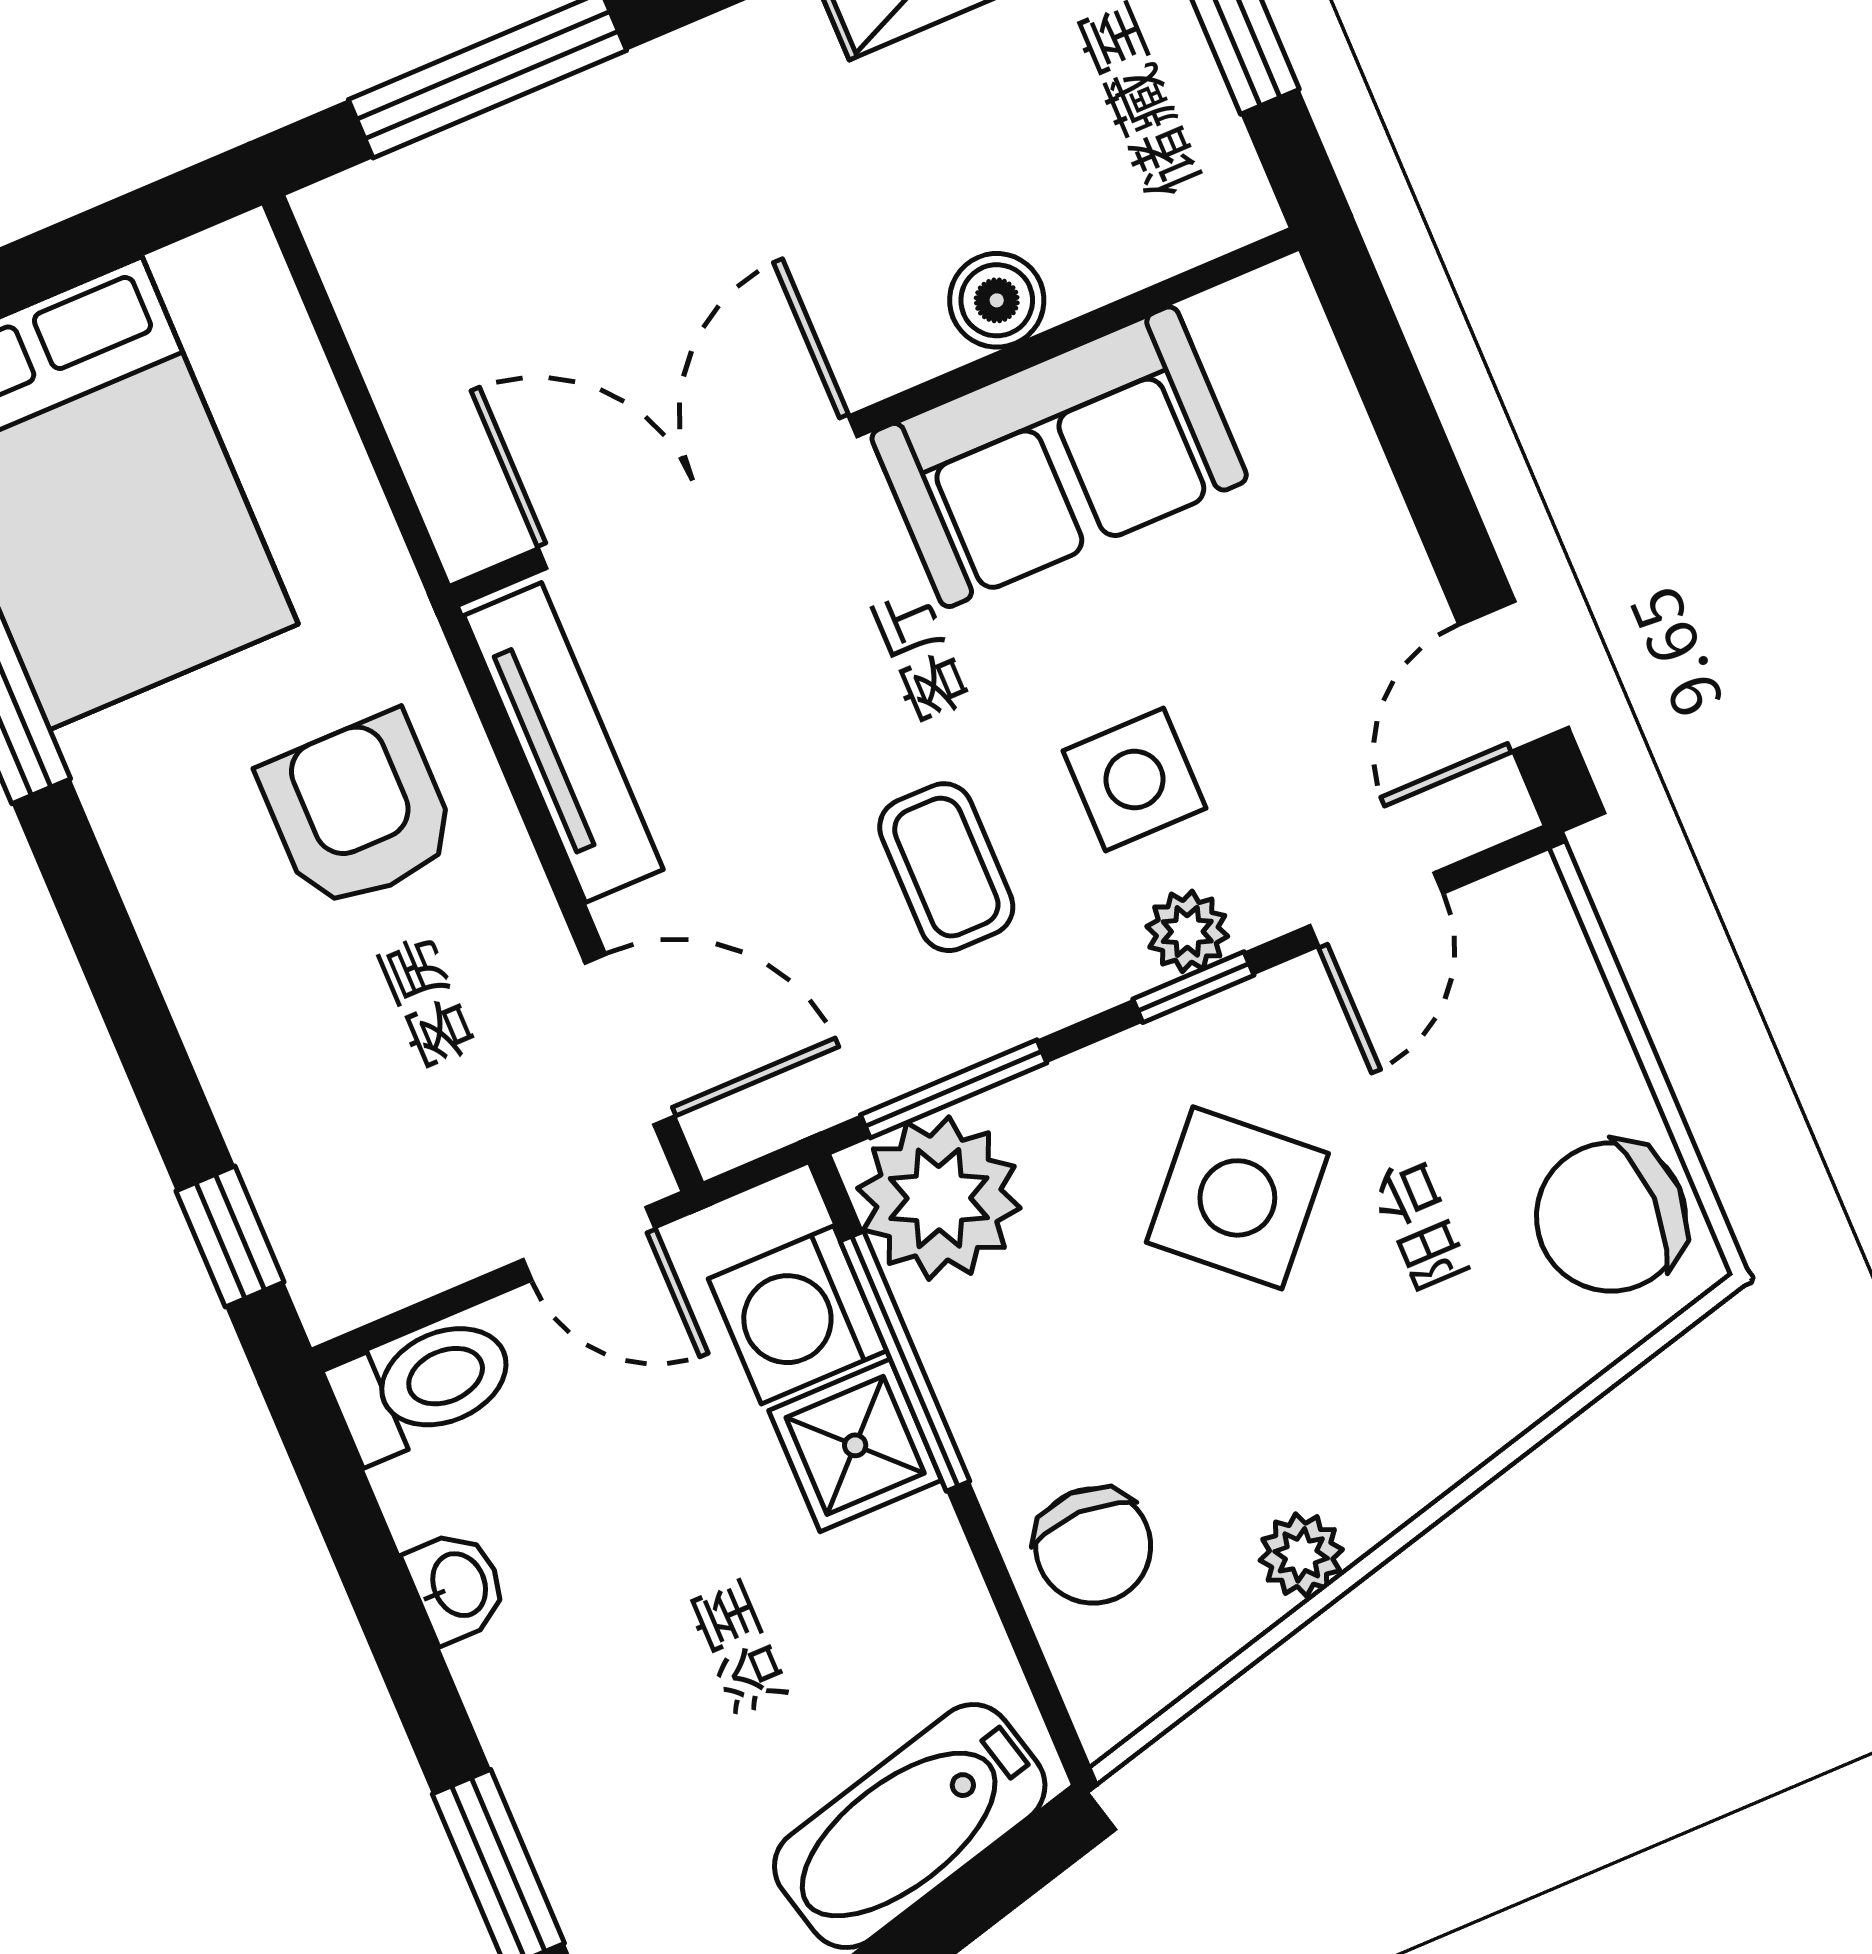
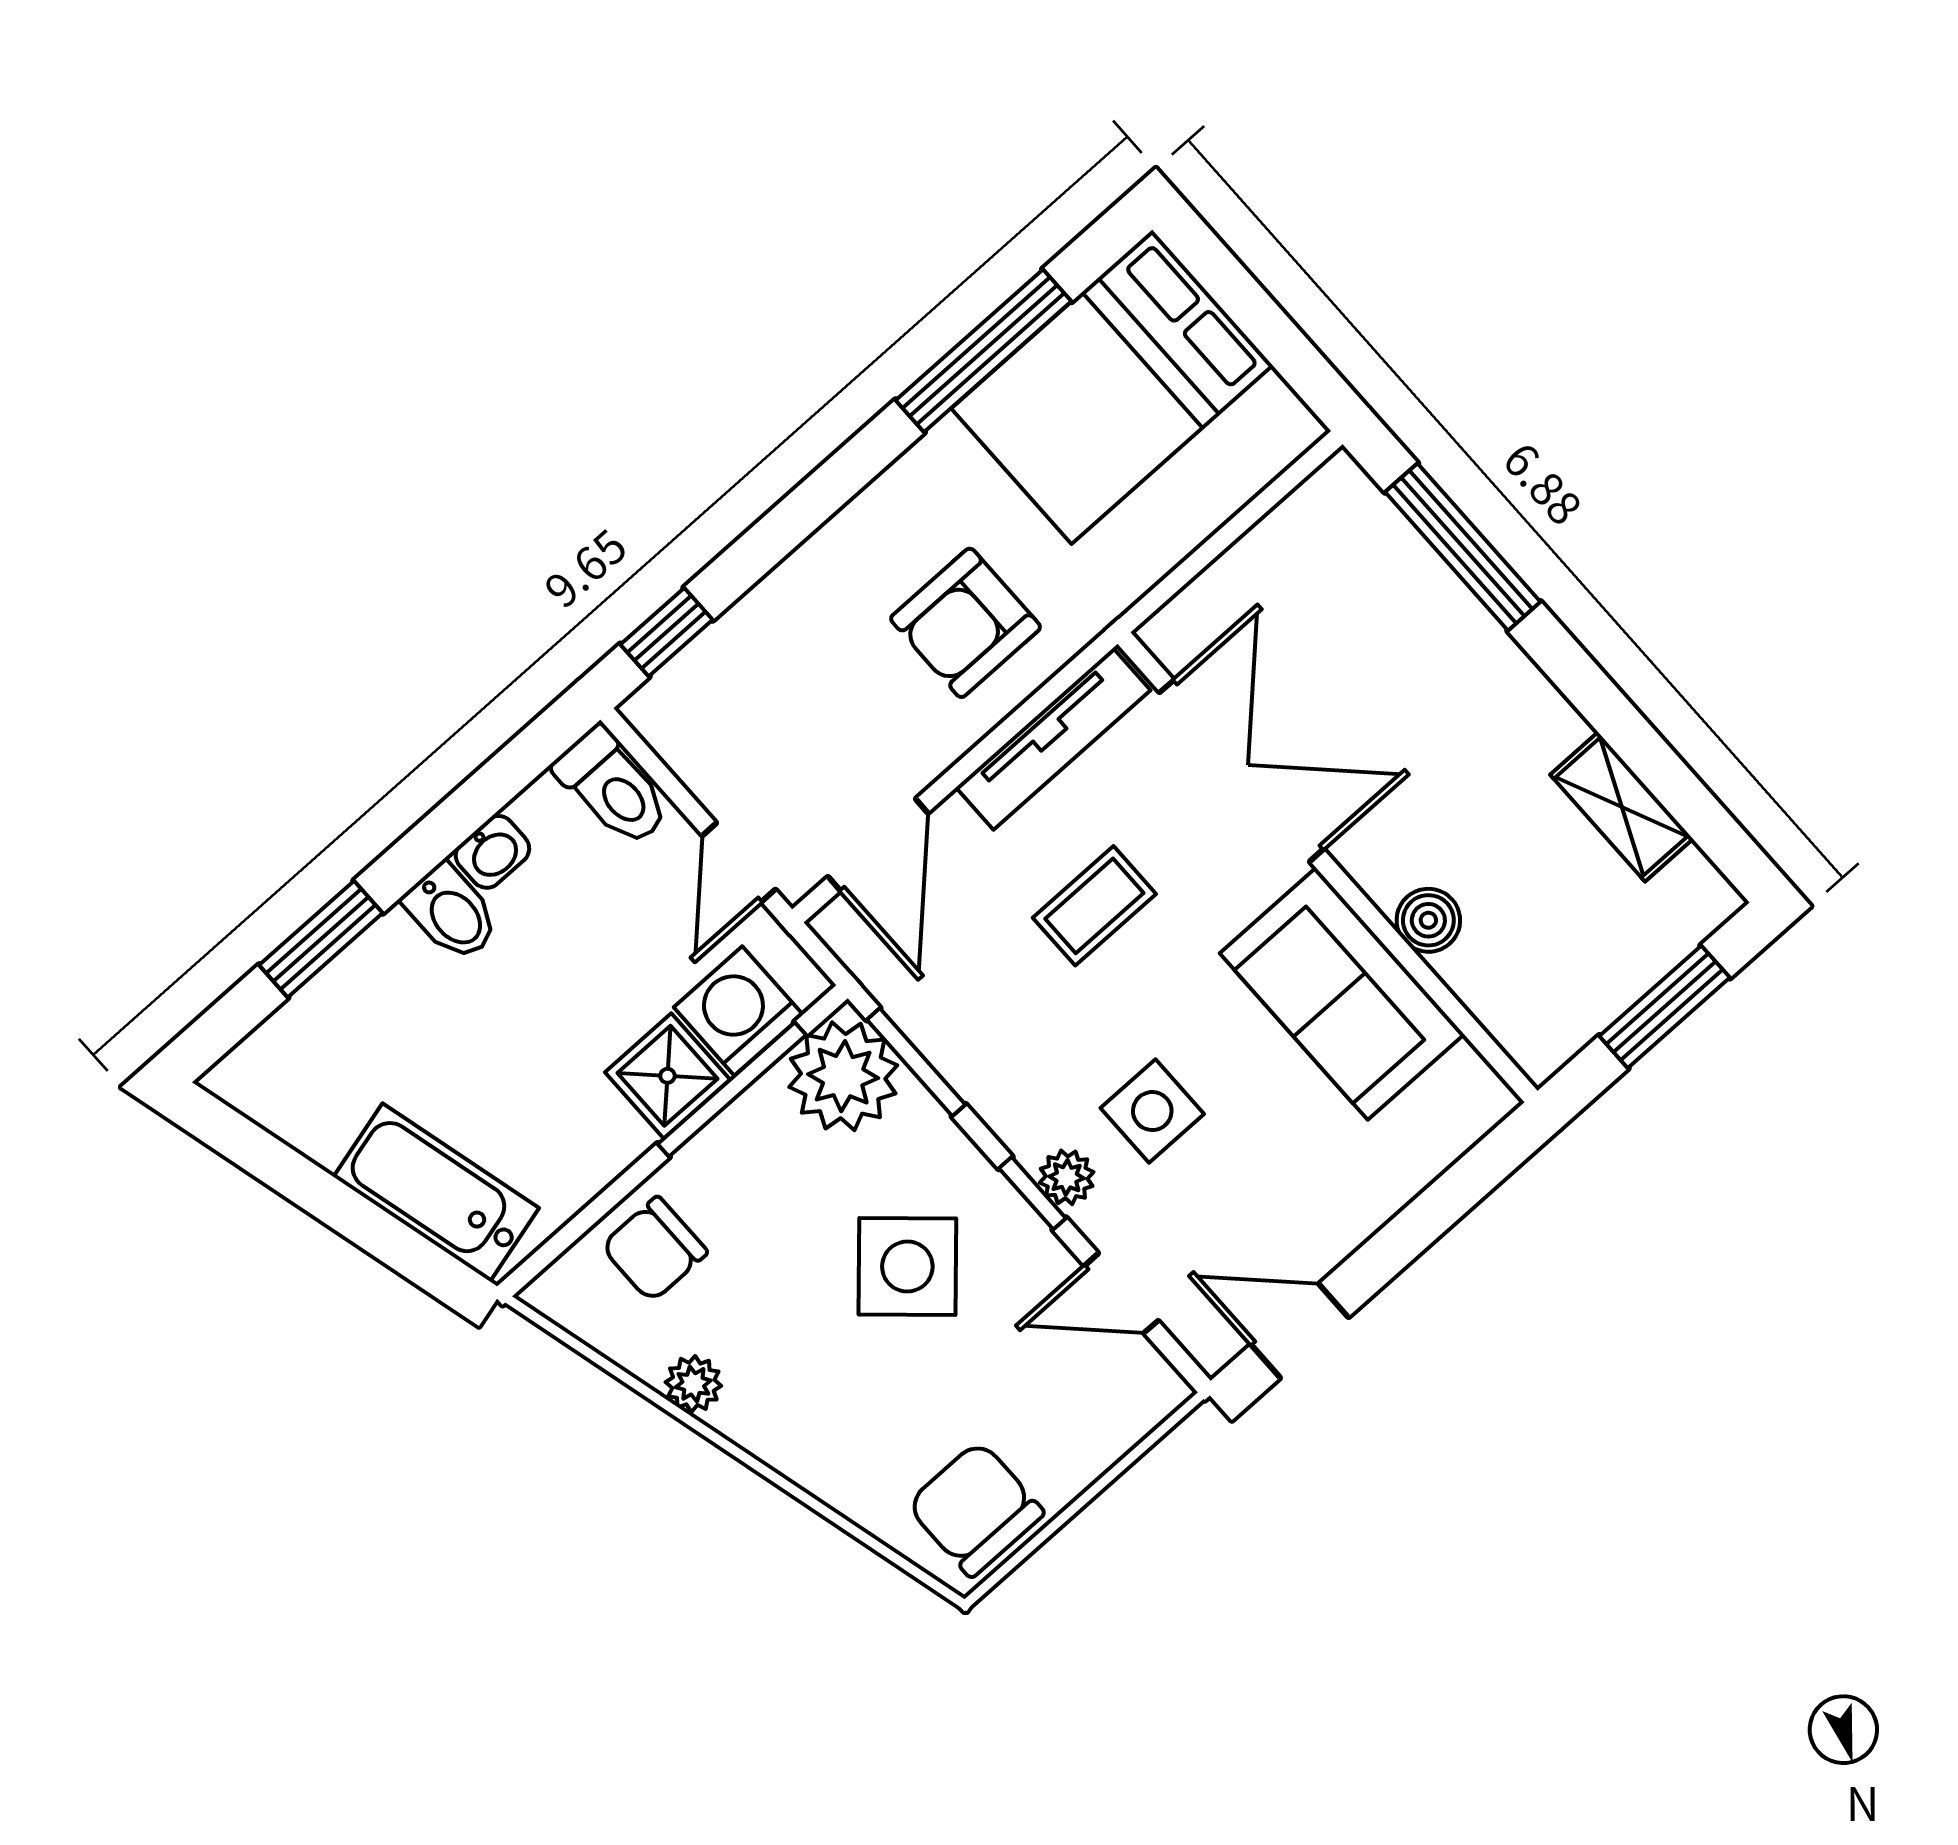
armchair: (359, 811) -> (965, 623), turned 180
coffee table: (946, 867) -> (1094, 906), moved
bidet: (523, 1672) -> (452, 913), added

